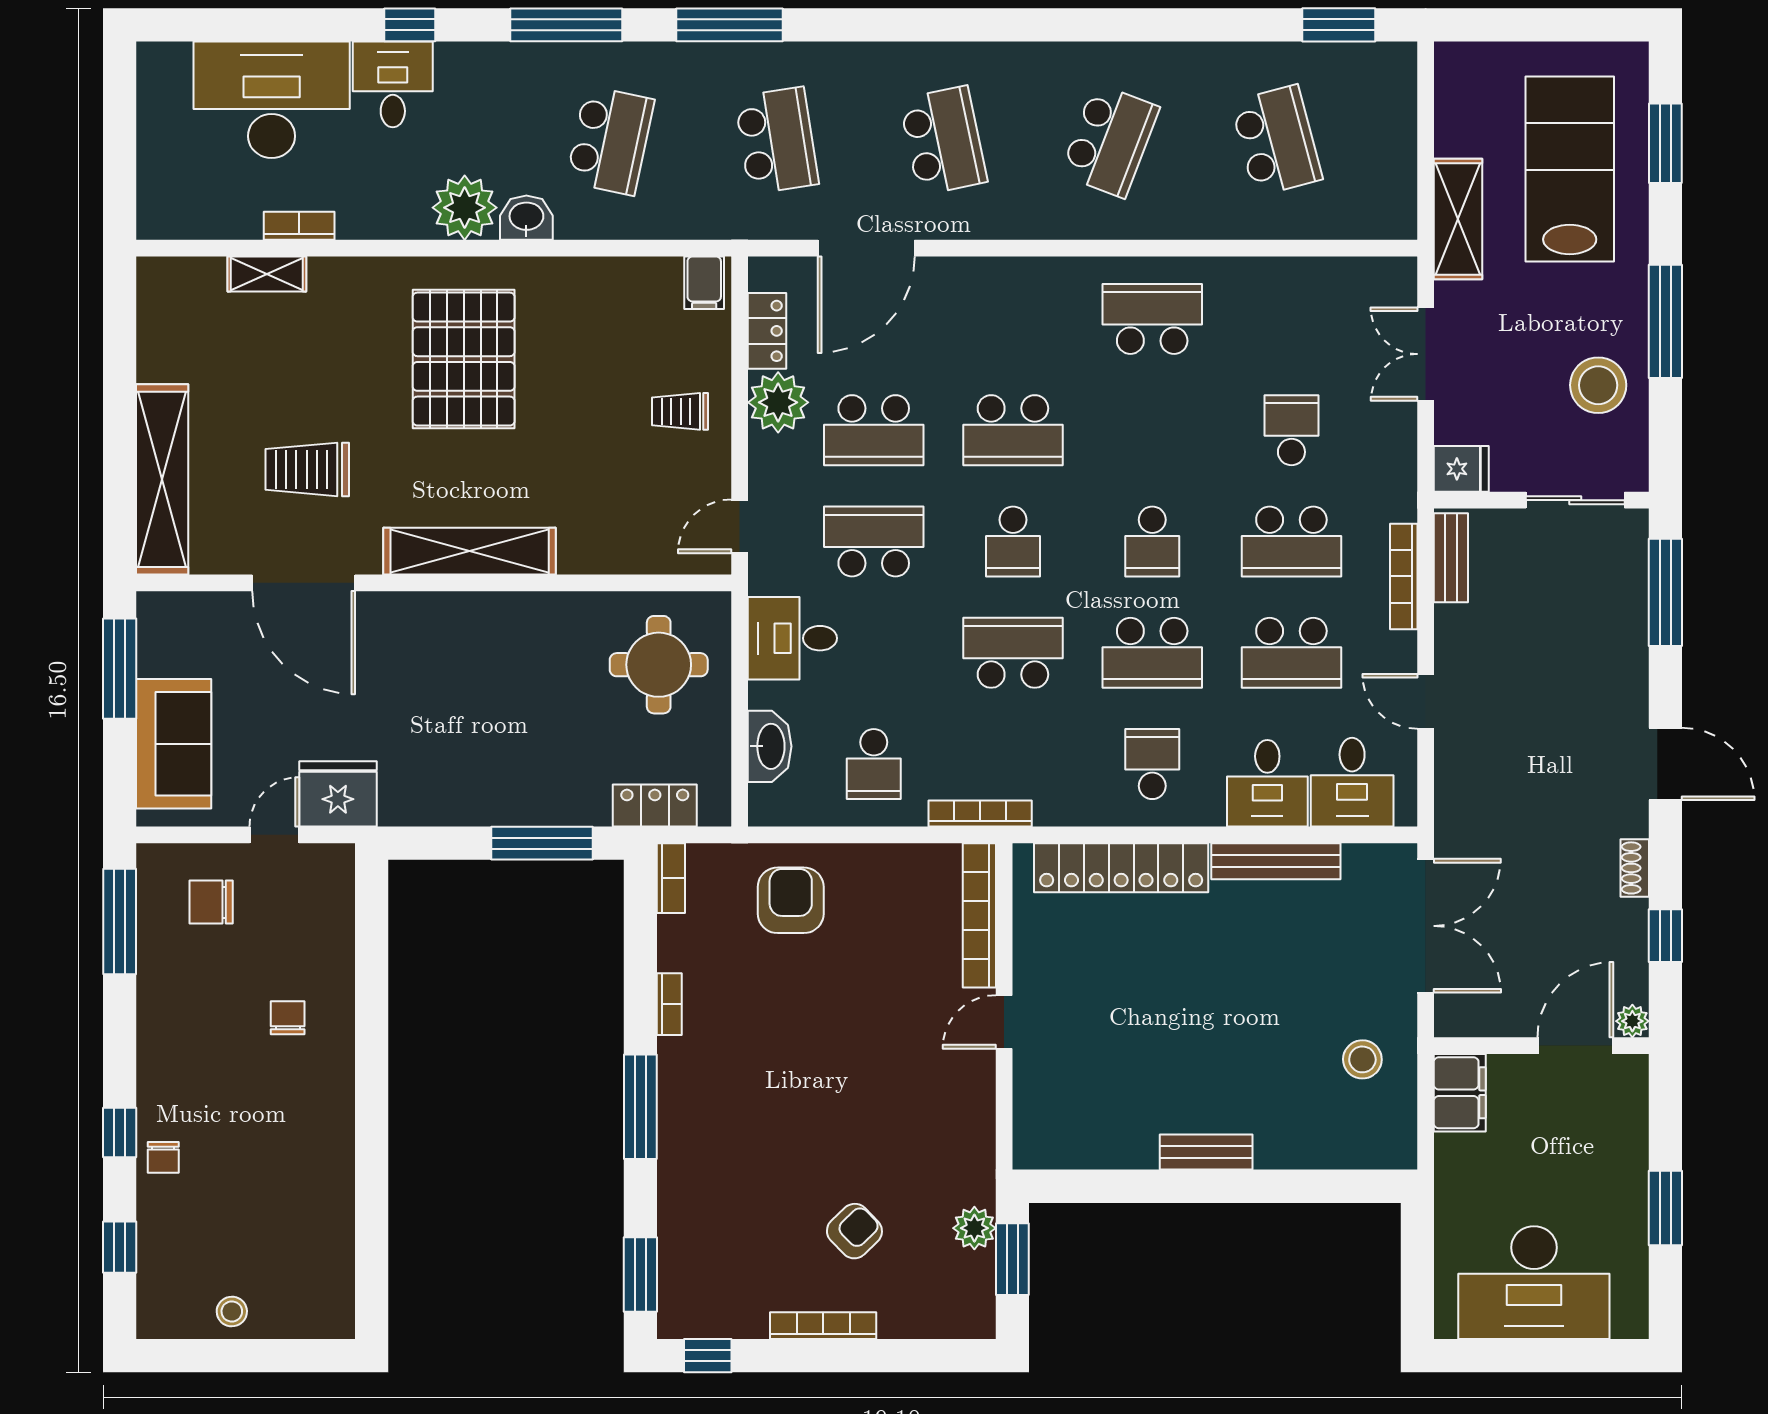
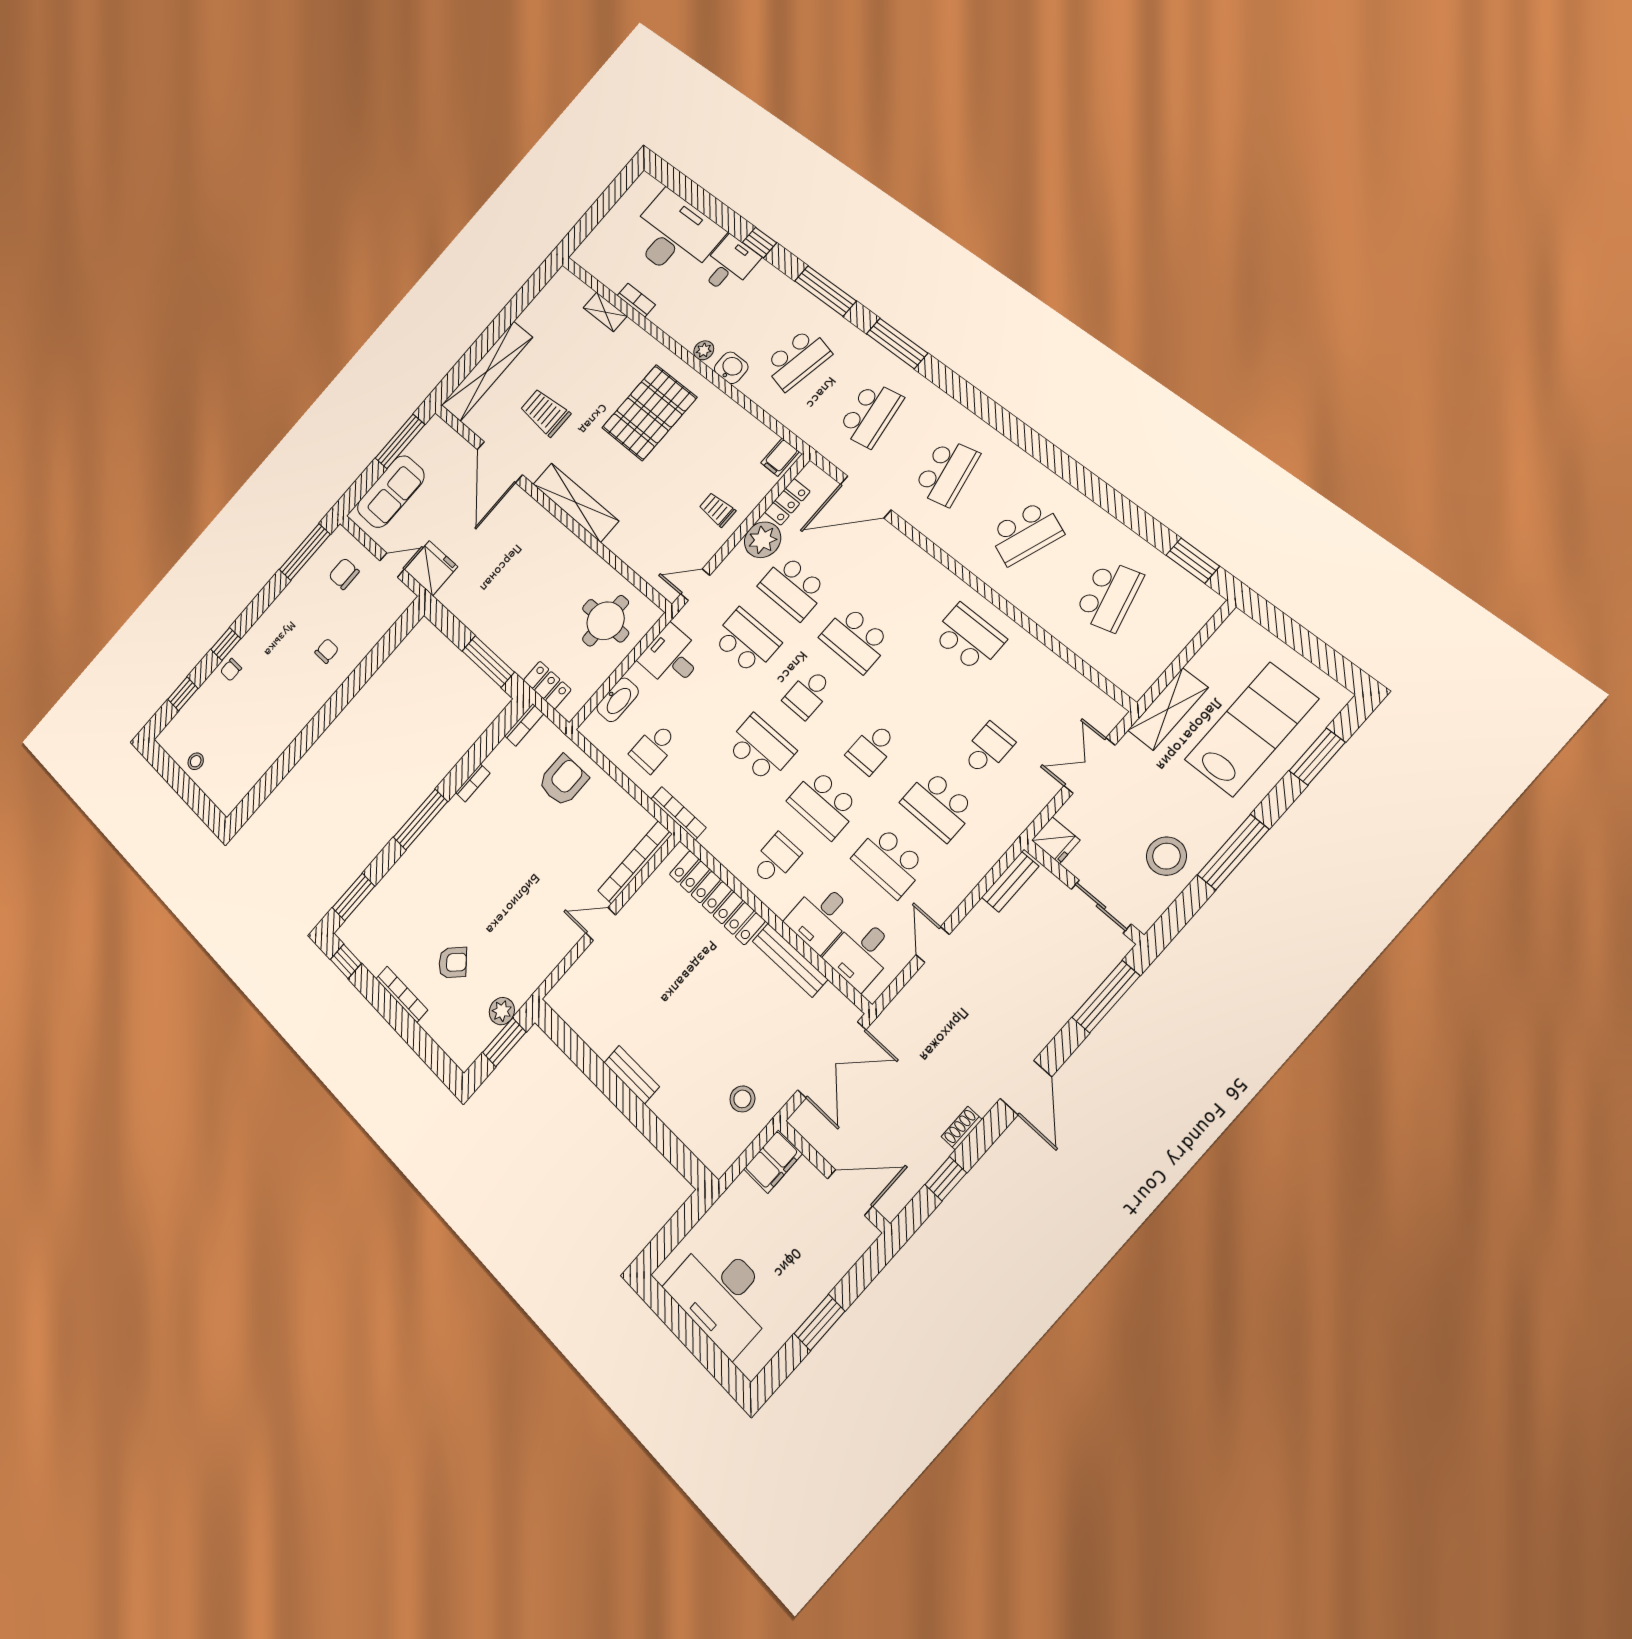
plant: (465, 208) -> (704, 350), width x0.53, depth x0.53
bookcase: (1404, 576) -> (978, 871), removed
plant: (1632, 1021) -> (890, 1207), removed

